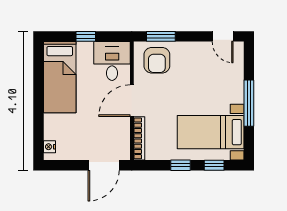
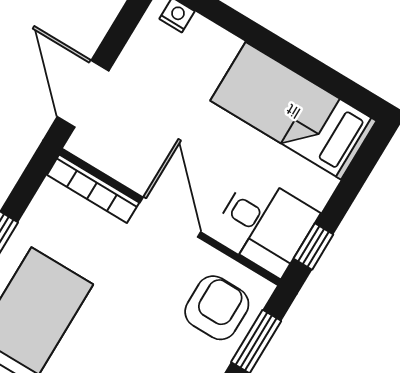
window: (86, 36) -> (313, 247), moved
armchair: (157, 60) -> (217, 308), turned 90

